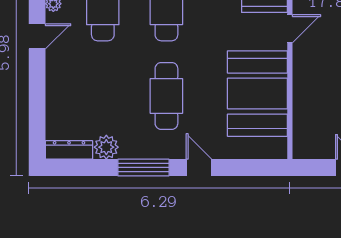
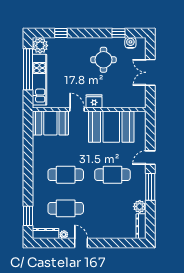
fridge: (305, 61) -> (94, 101), added

